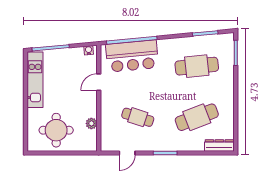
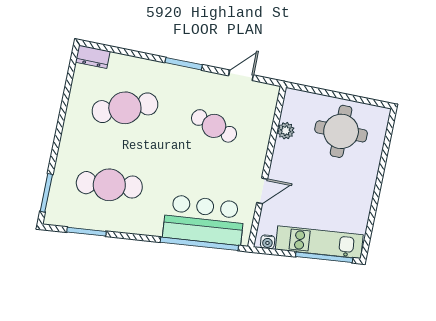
kitchen unit: (35, 80) -> (319, 242), moved, turned 85
dresser: (219, 146) -> (93, 57), width x0.70

